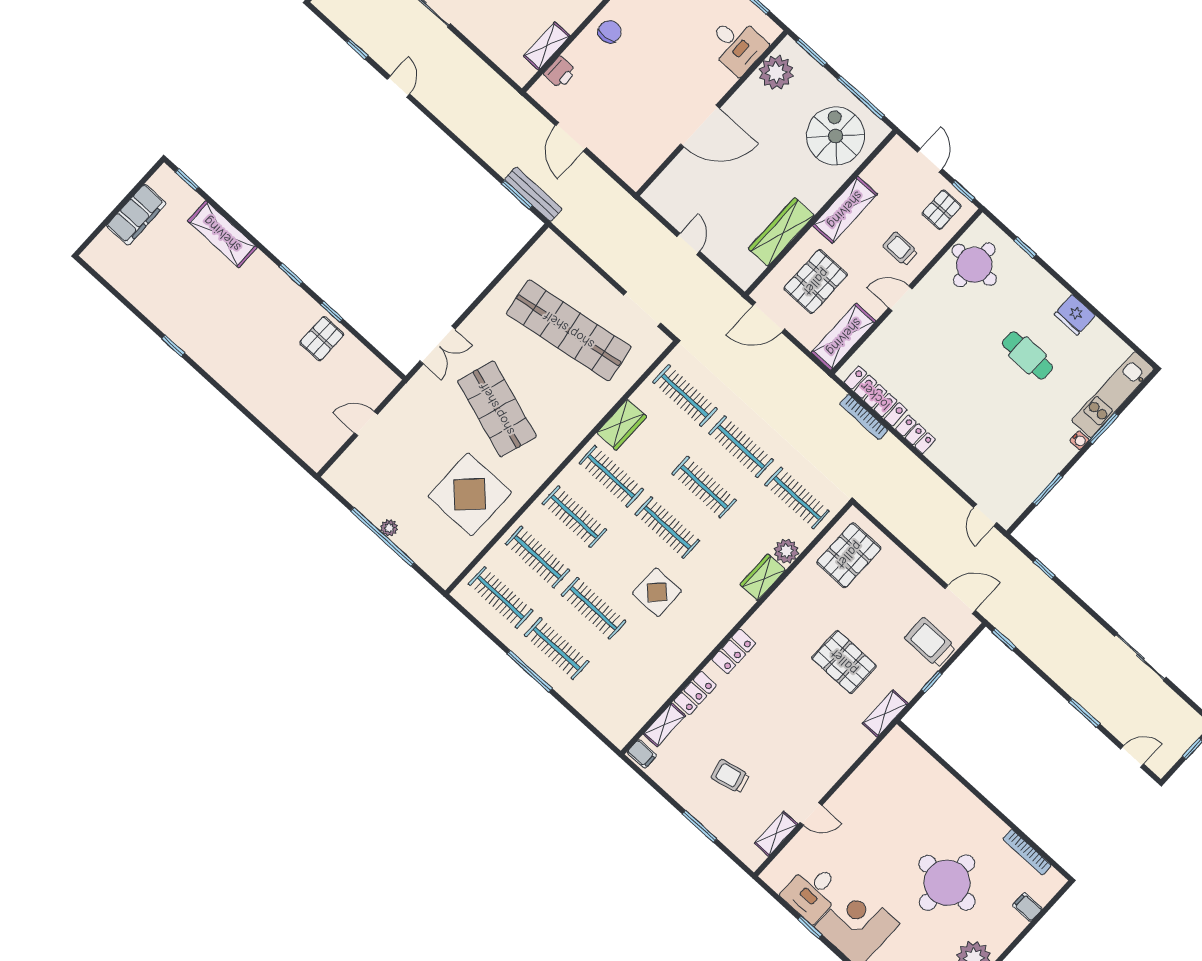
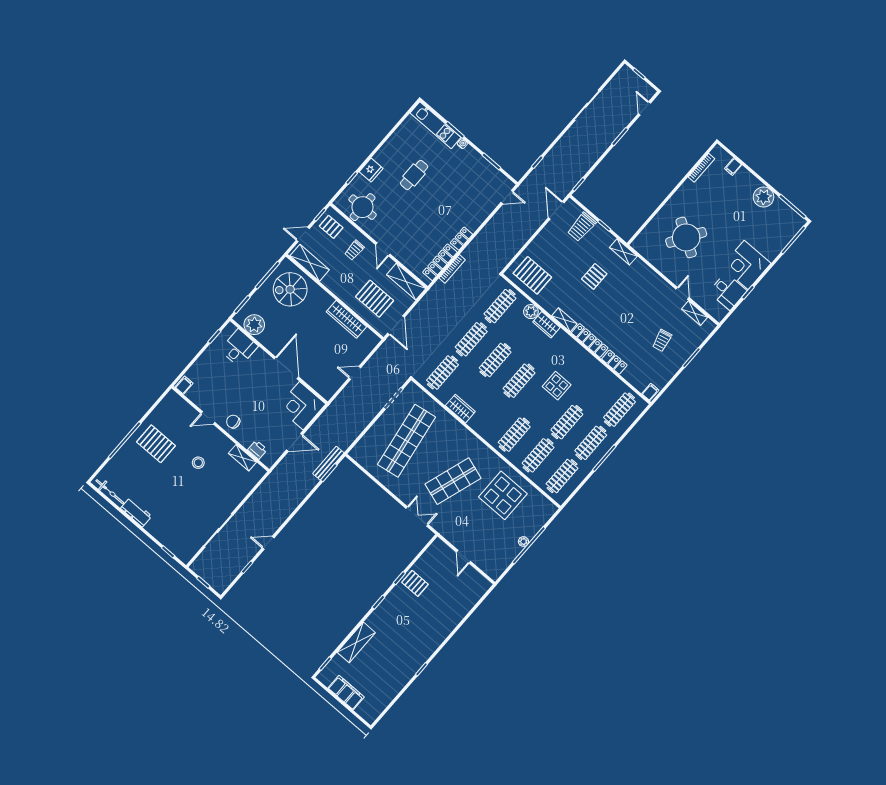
corner desk: (634, 150) -> (301, 406), added
shelving: (845, 210) -> (310, 263), moved
fridge: (1075, 315) -> (371, 170), moved
clothes rail: (611, 476) -> (620, 410), moved
locker: (734, 651) -> (590, 340), width x1.53
pallet: (844, 662) -> (594, 276), width x0.67, depth x0.71
shelving: (664, 725) -> (564, 320), moved
round table: (947, 883) -> (686, 237), moved, turned 30

